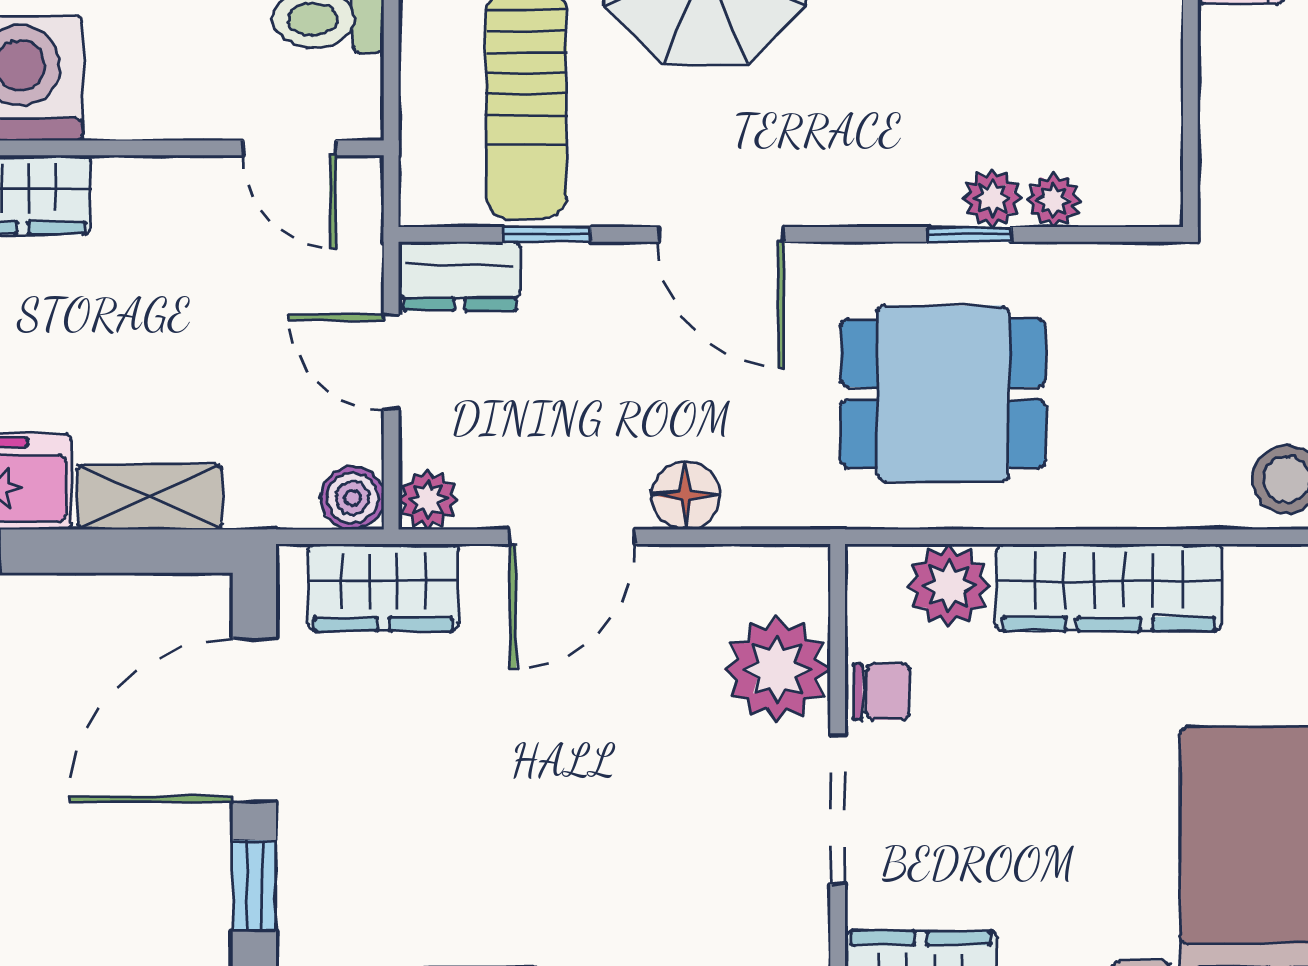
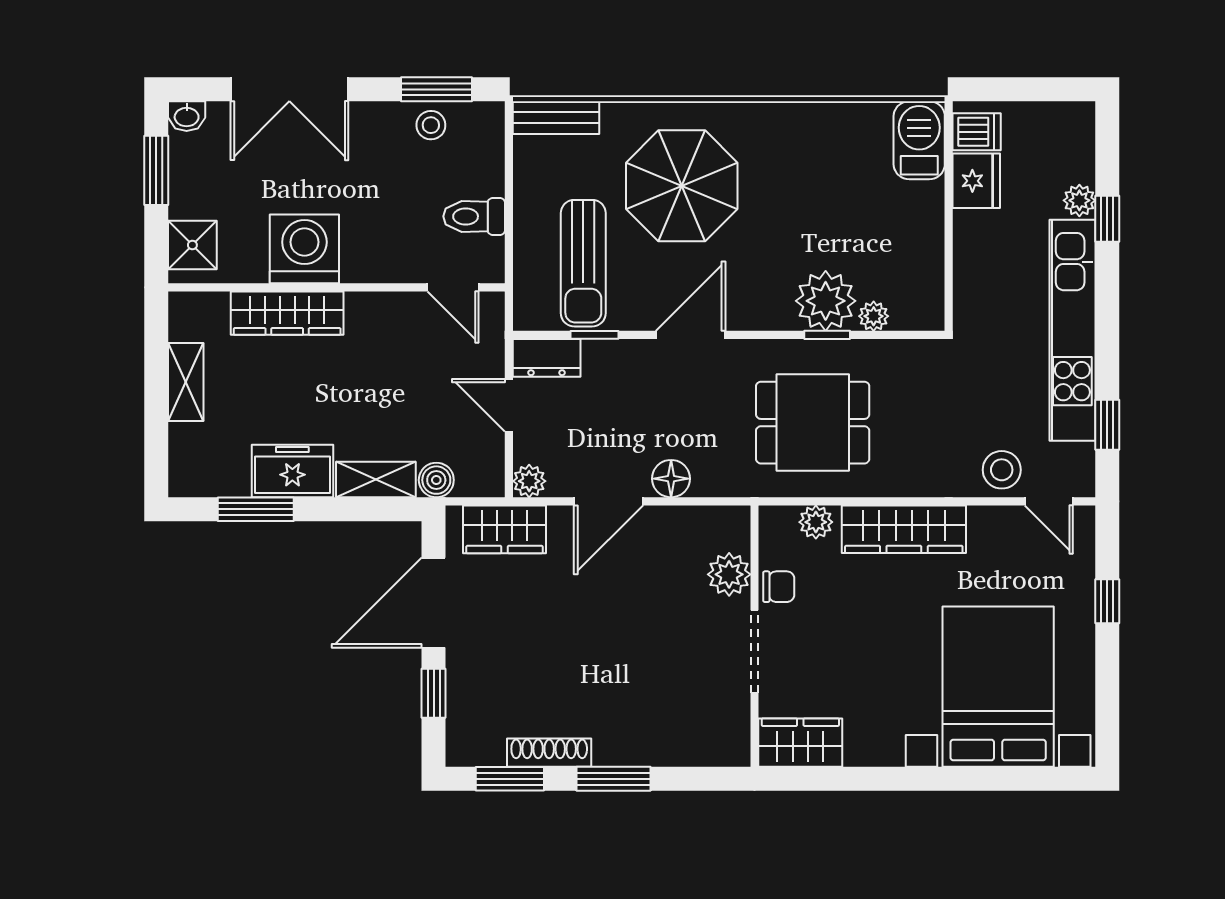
plant: (992, 198) -> (826, 301), width x1.88, depth x1.88
door: (721, 234) -> (691, 335), swing flipped
boiler: (352, 498) -> (436, 480), moved
plant: (949, 586) -> (816, 522), width x0.73, depth x0.73
plant: (777, 669) -> (729, 574), width x0.73, depth x0.73

